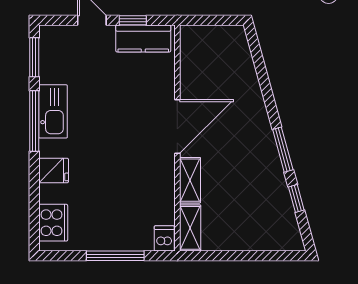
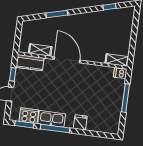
kitchen counter: (143, 38) -> (30, 63), moved, turned 90
window: (283, 150) -> (57, 14), moved
shelving: (190, 180) -> (40, 50), moved
cooker: (53, 223) -> (29, 116), moved

